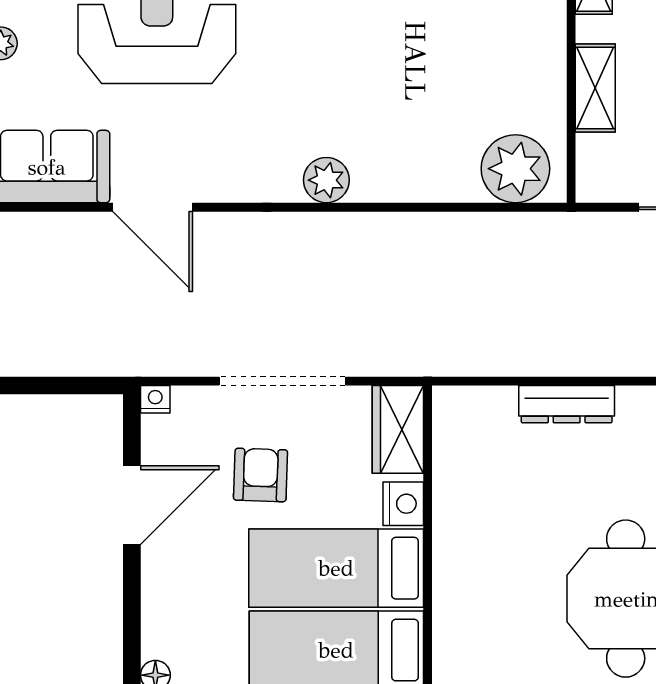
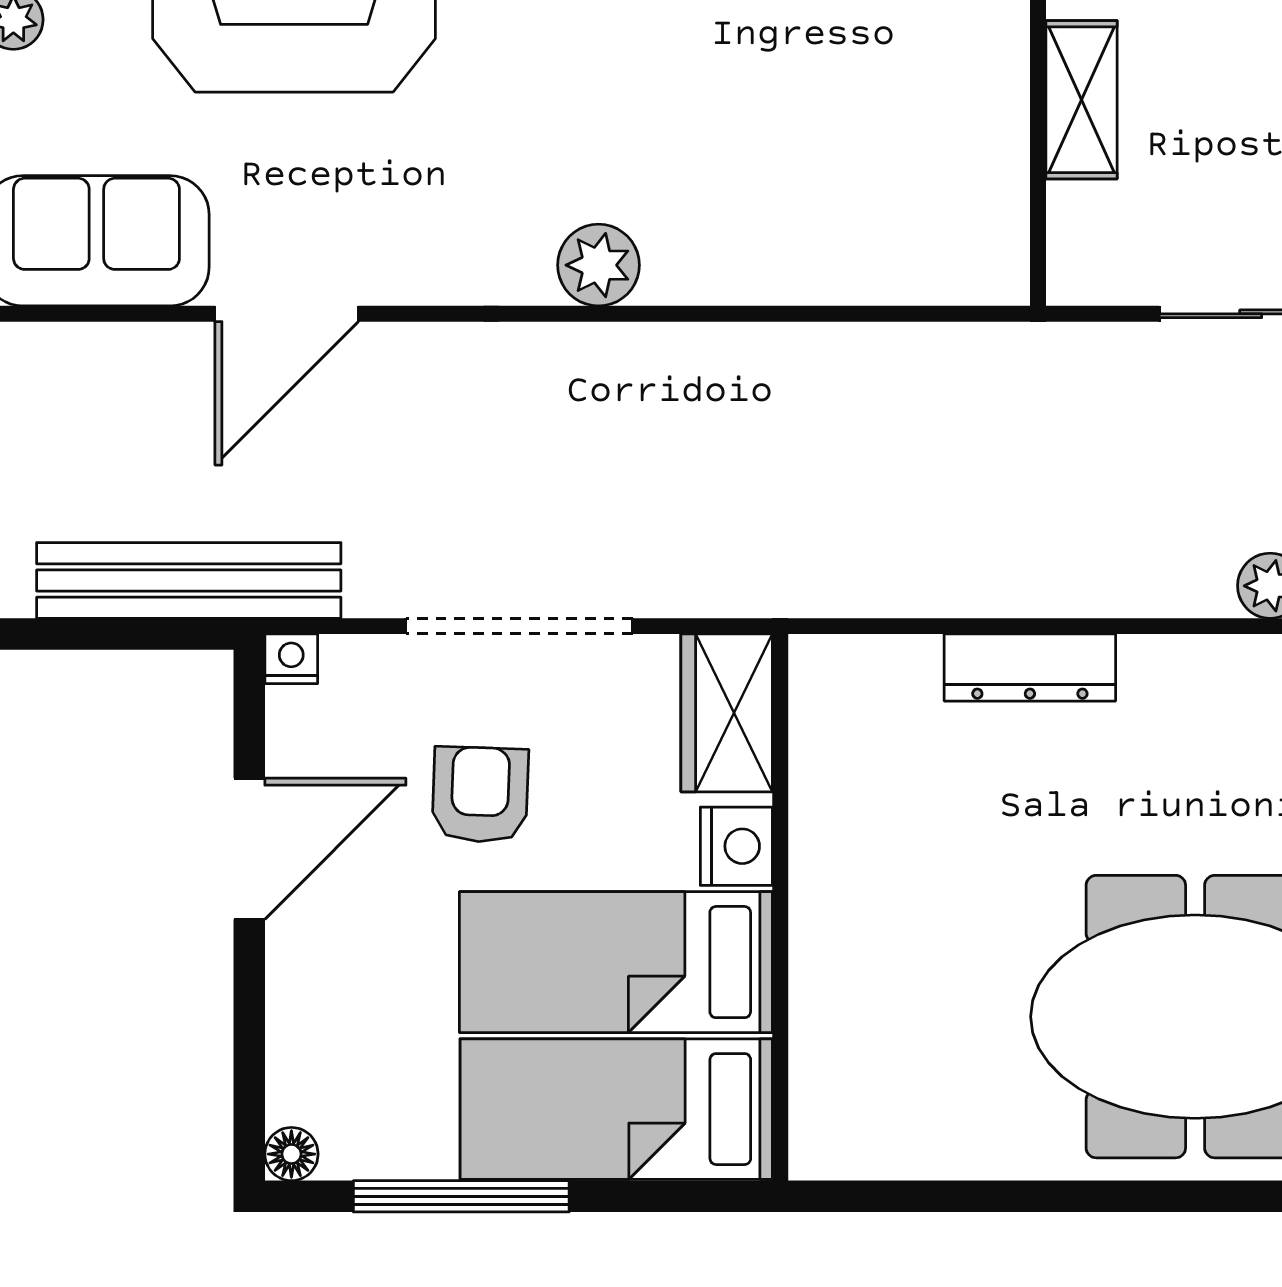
plant: (515, 169) -> (938, 245), removed
door: (153, 207) -> (287, 314), hinge flipped
bench: (98, 356) -> (189, 580), added

